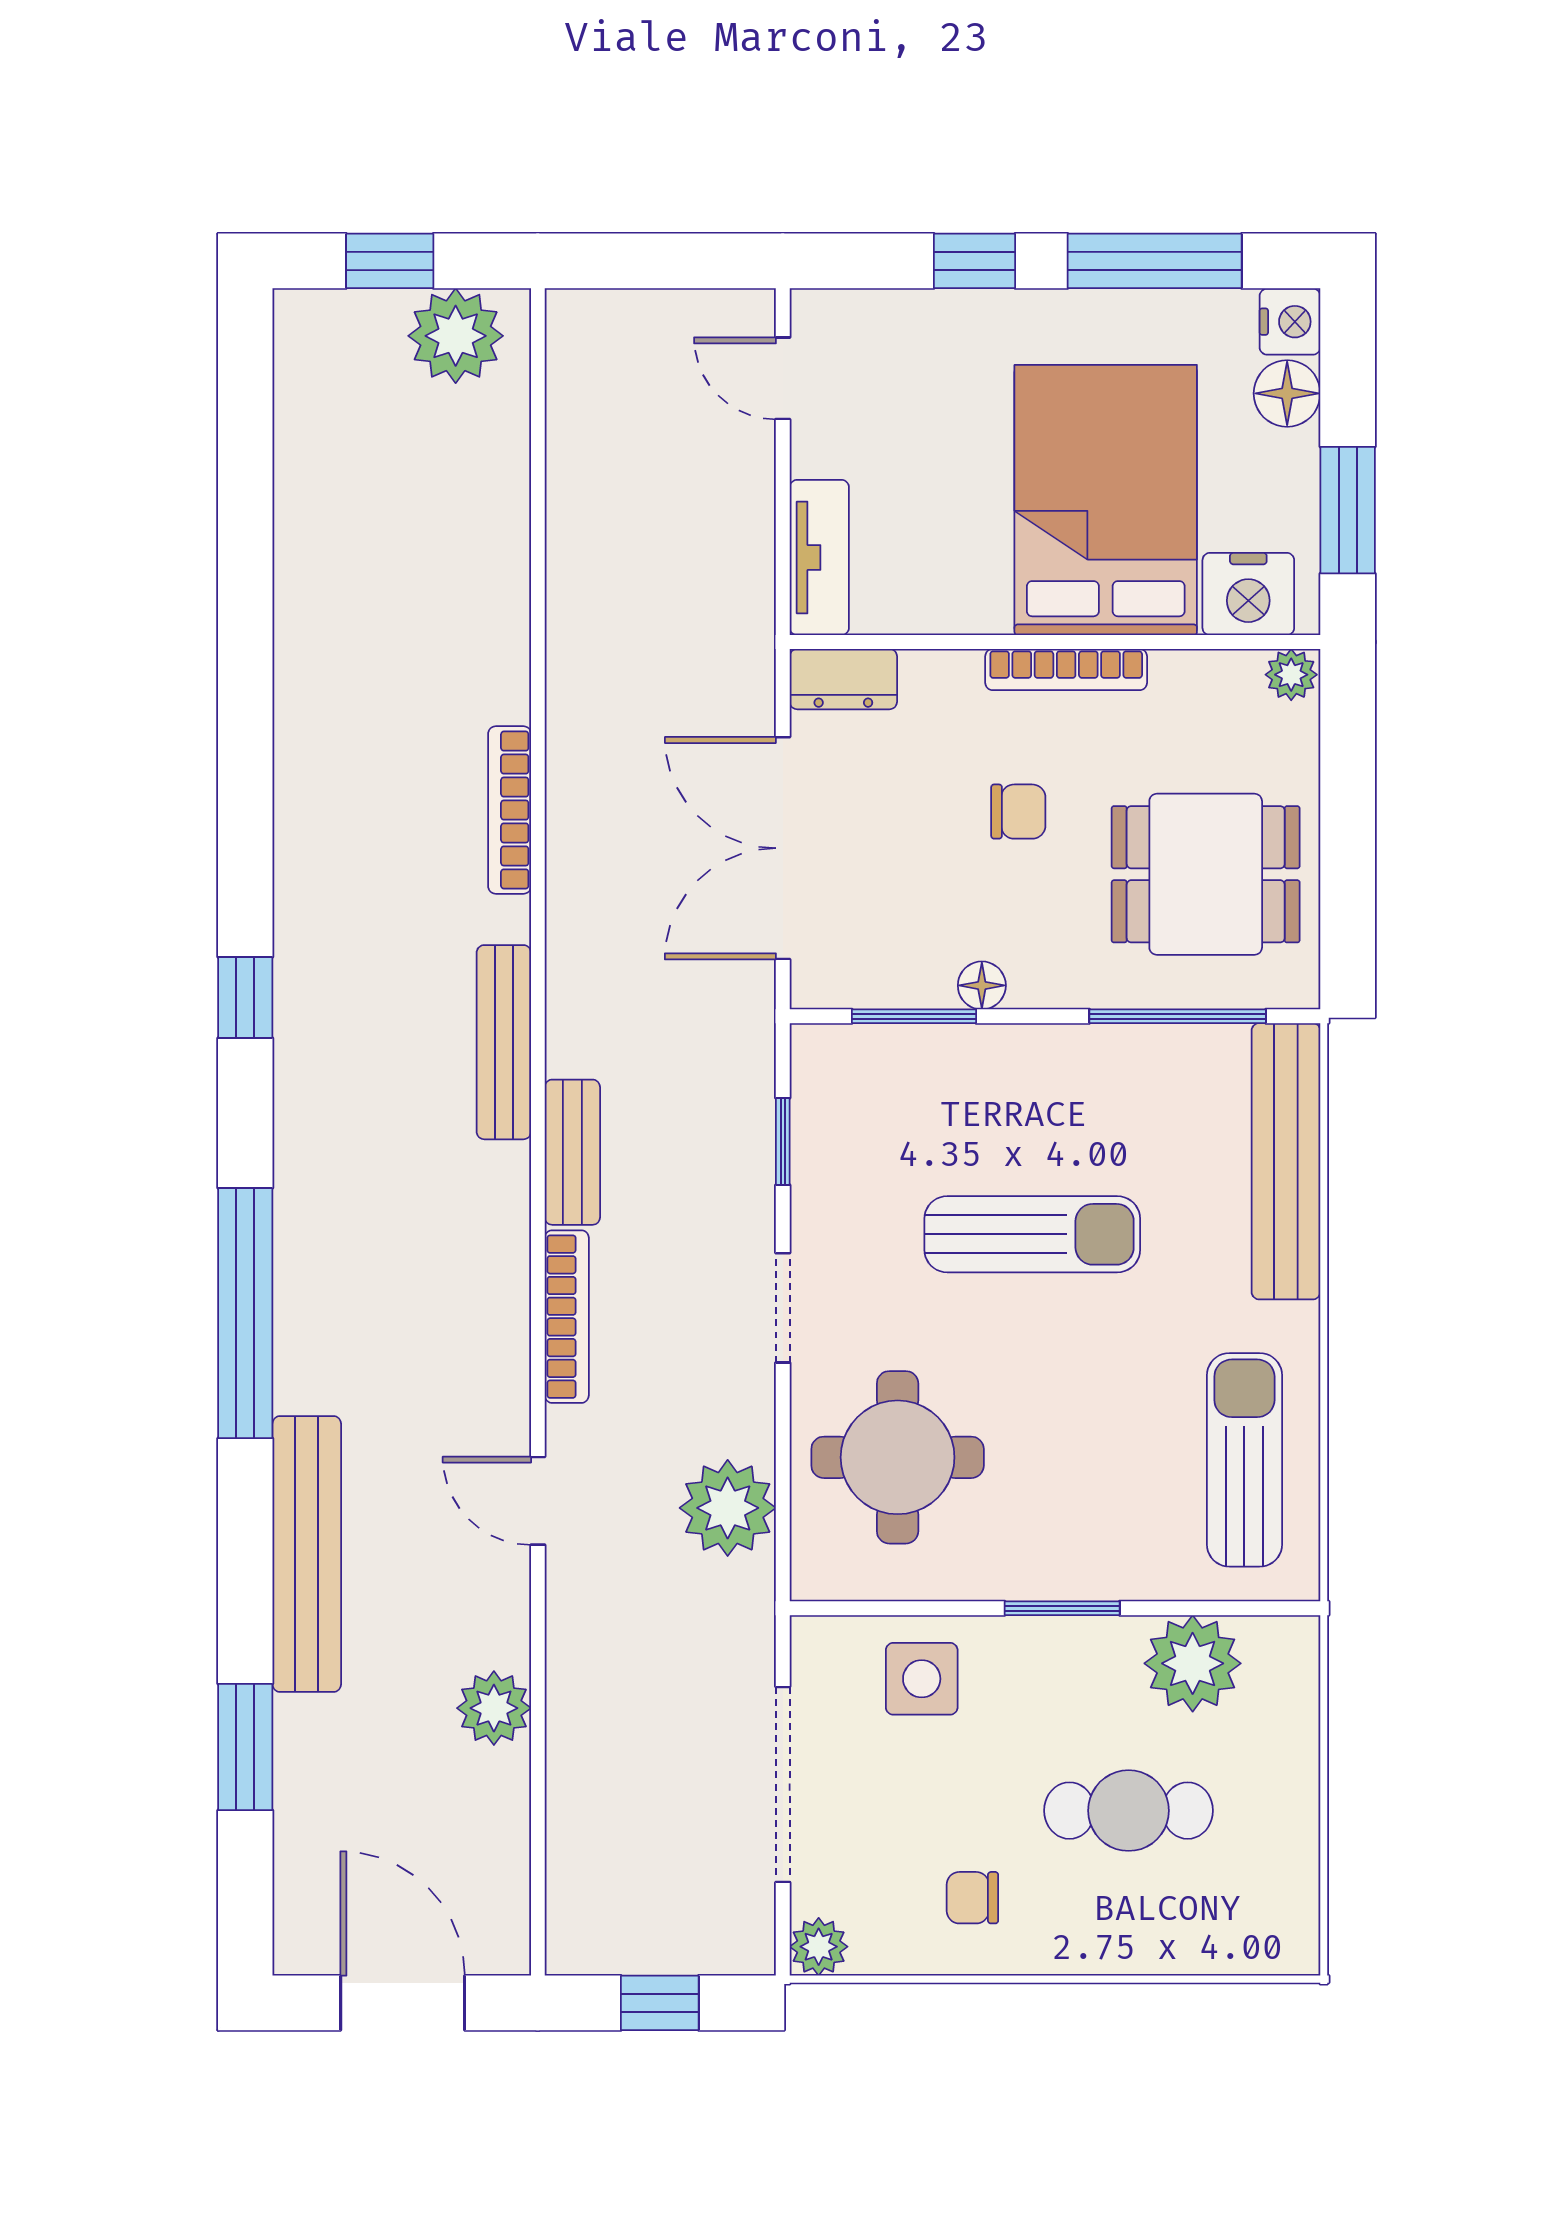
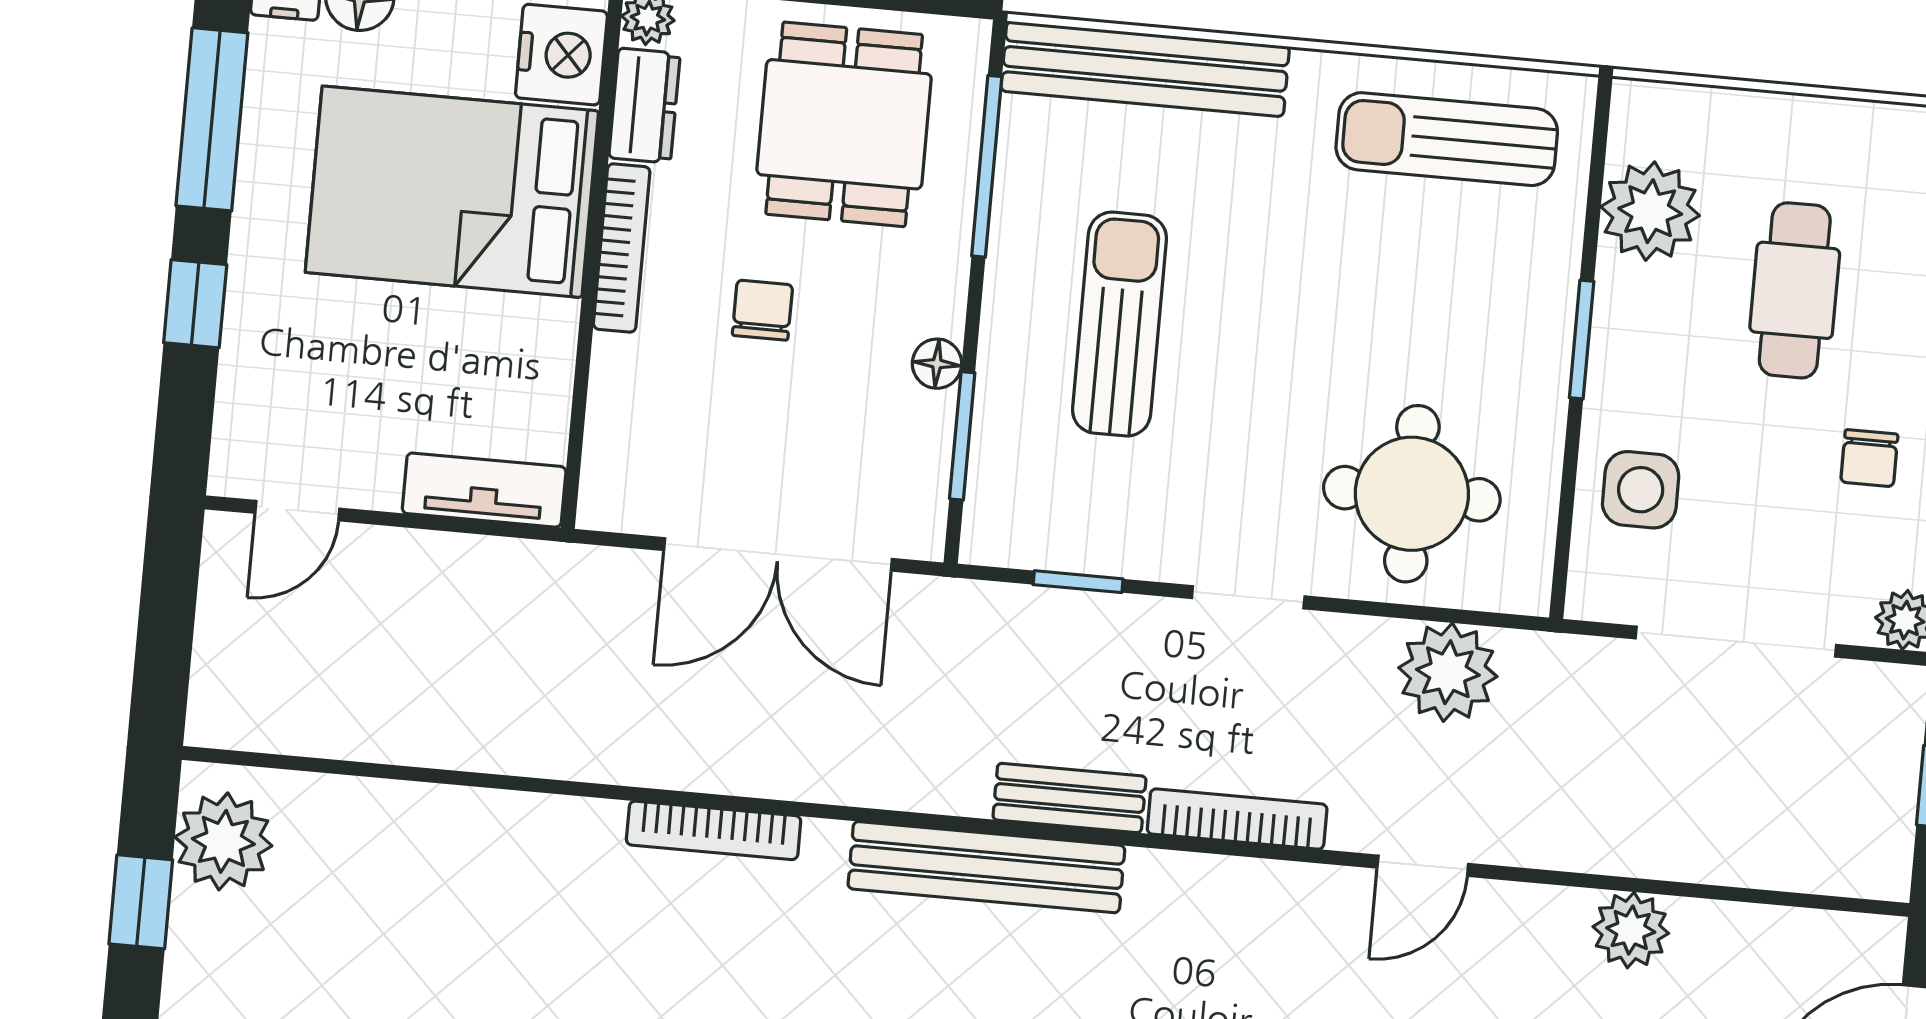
dresser: (843, 679) -> (644, 106), moved
bench: (504, 1042) -> (986, 867), width x1.37, depth x1.21
sun lounger: (1032, 1234) -> (1120, 324), moved

